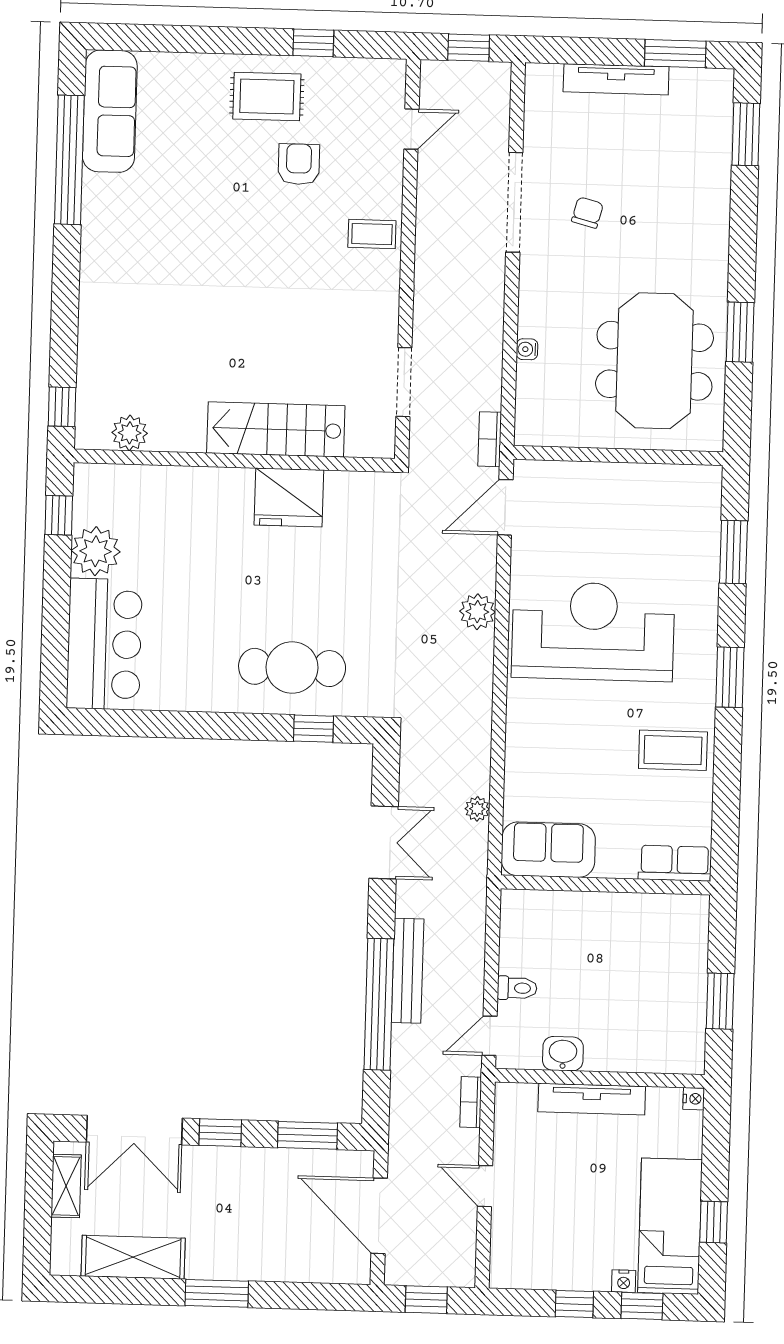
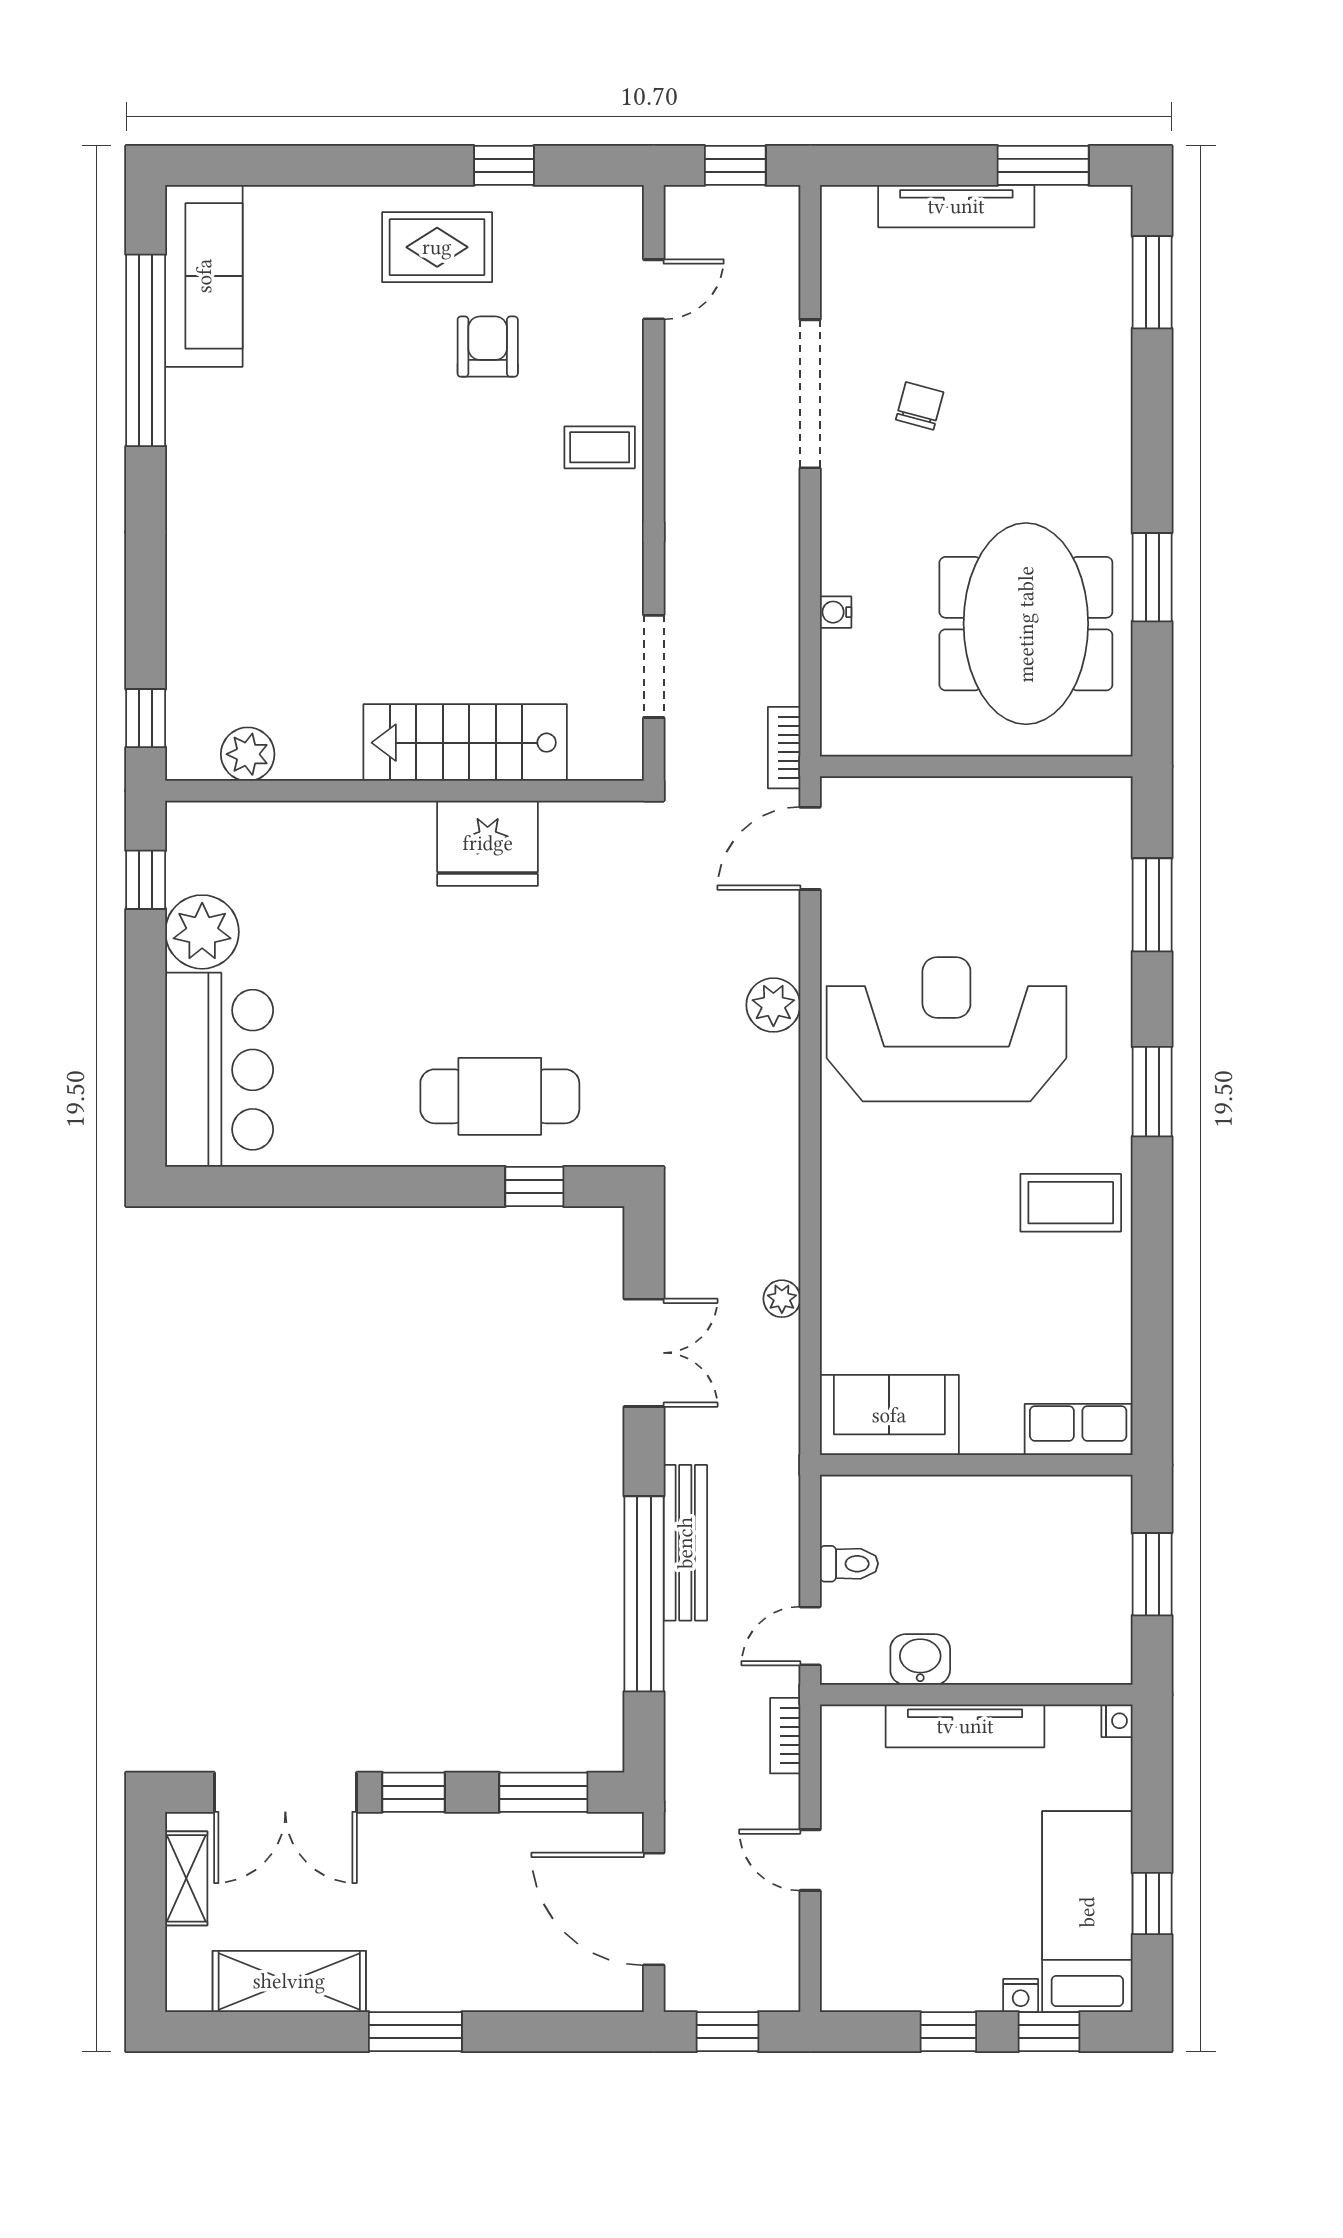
sofa: (548, 850) -> (889, 1415), moved
row of seats: (675, 863) -> (1078, 1430), moved
wall: (606, 885) -> (976, 1465), moved

